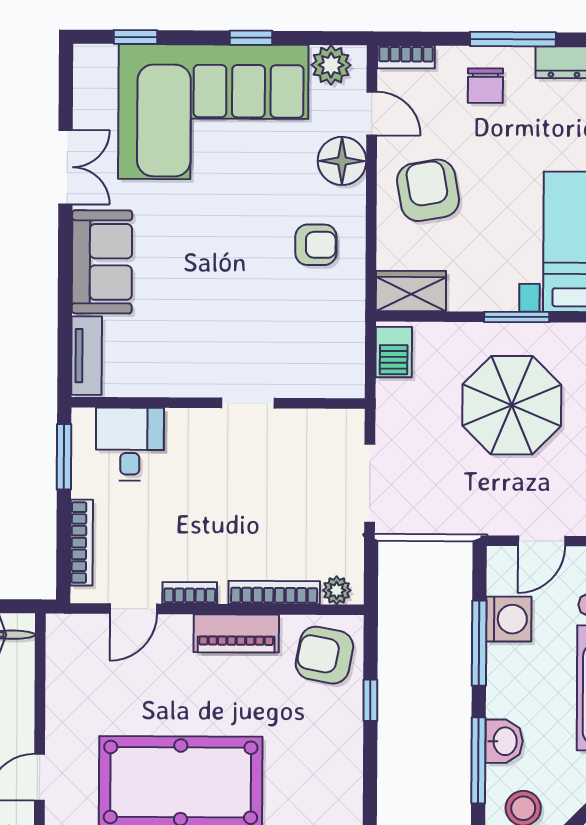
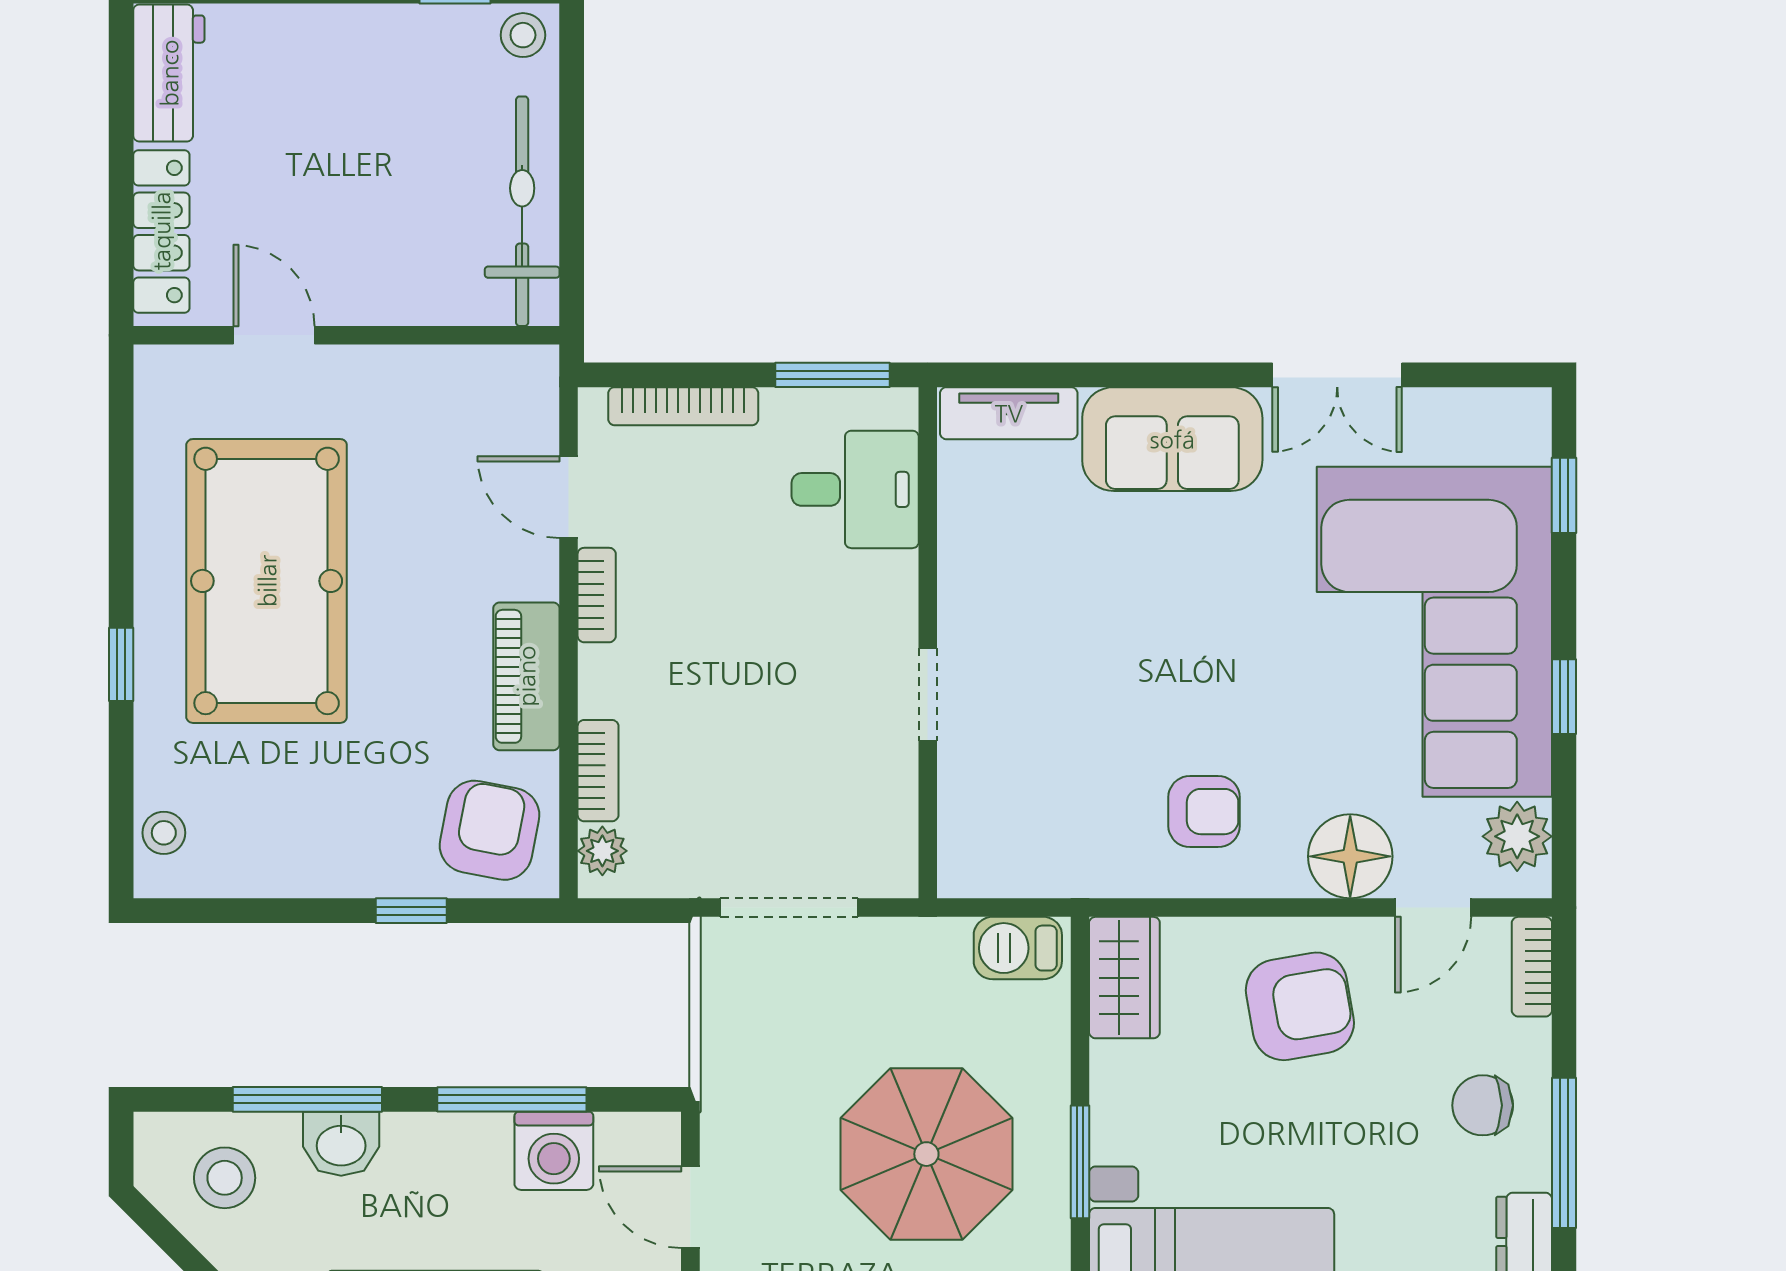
armchair: (316, 245) -> (1204, 812), turned -90
bookcase: (274, 592) -> (598, 771), width x0.64

